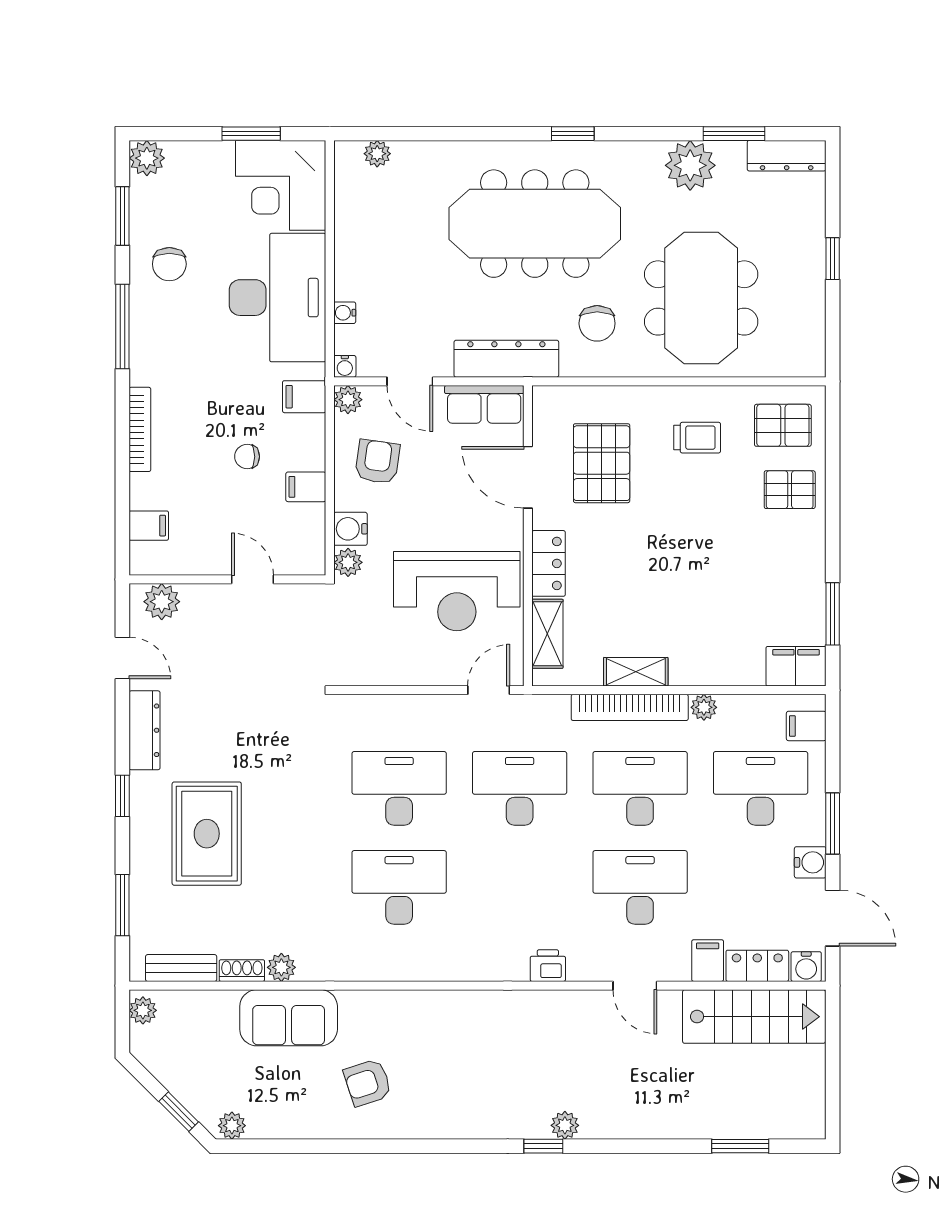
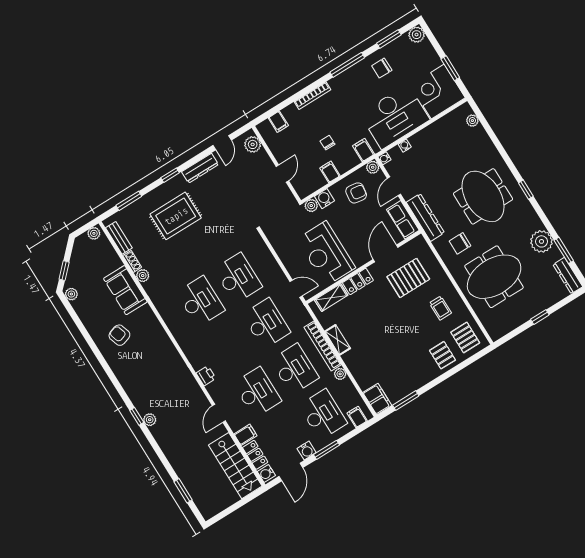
meeting table: (535, 224) -> (483, 196), width x0.73

